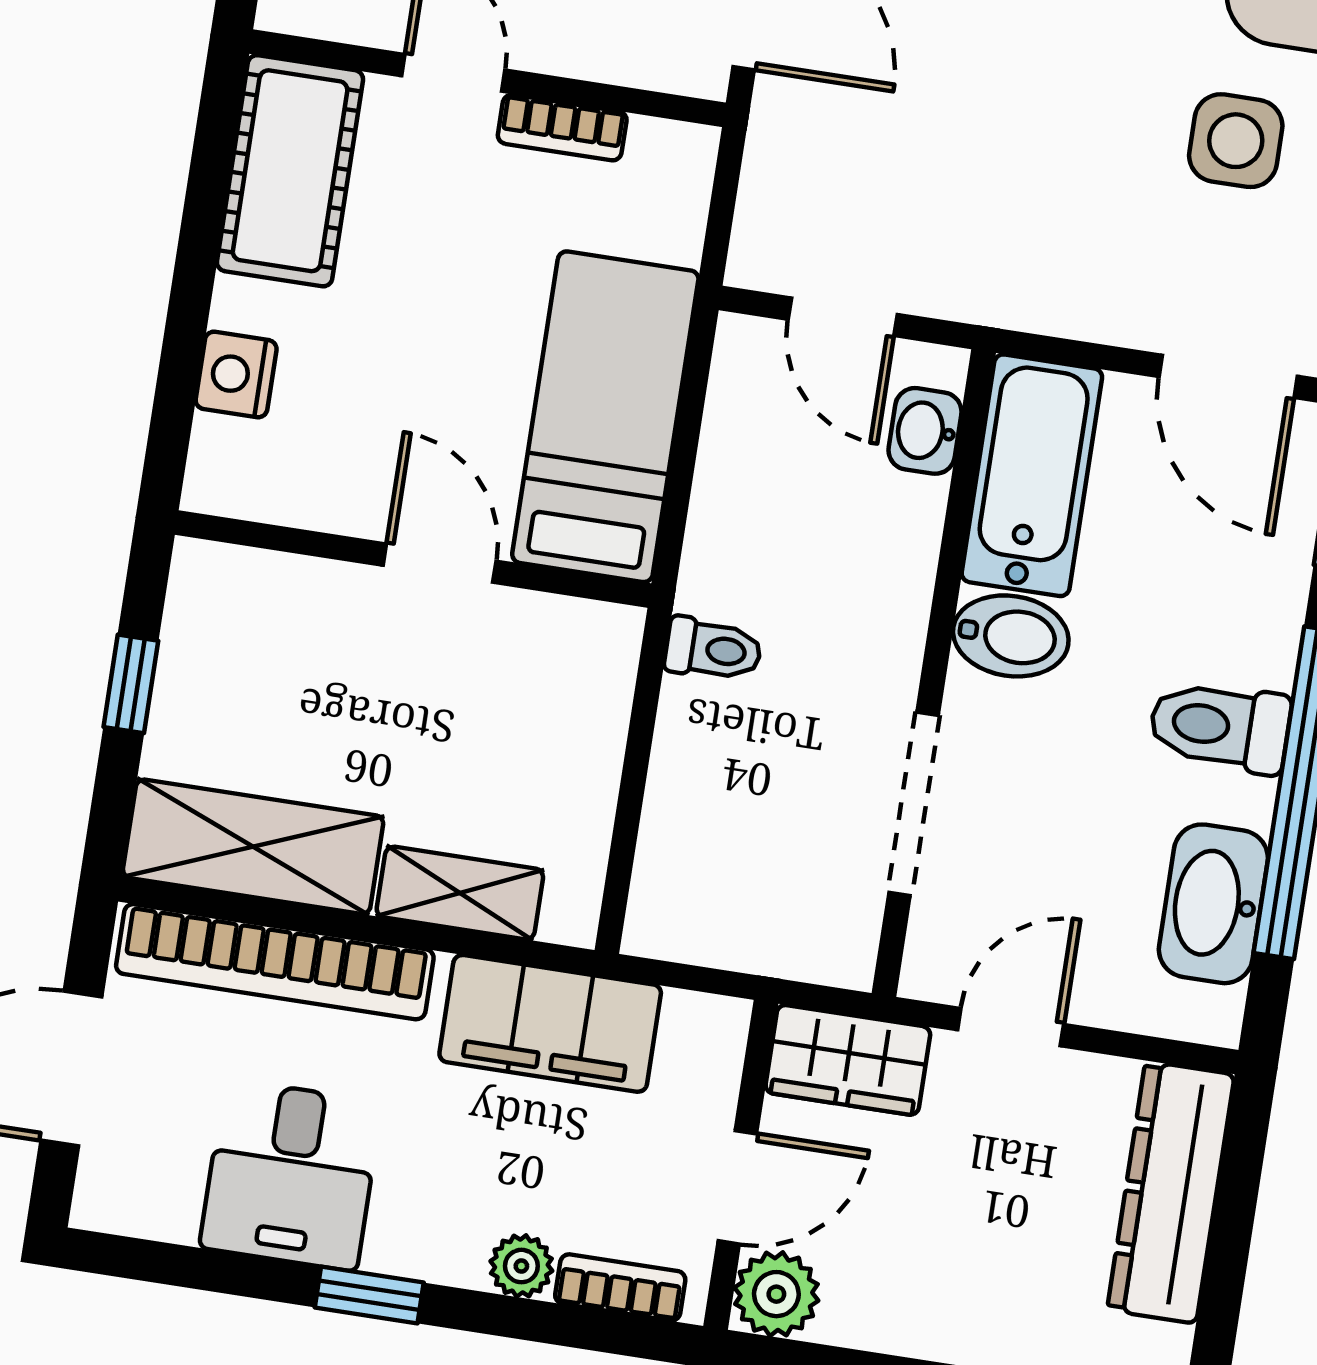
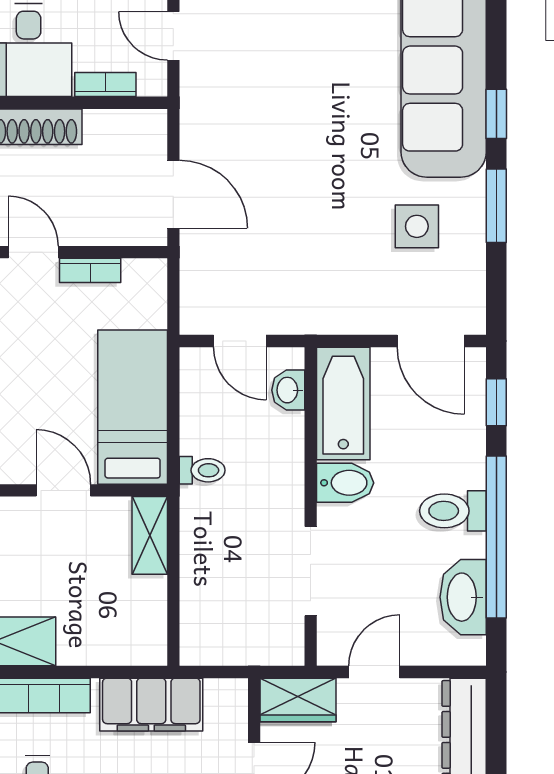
toilet: (713, 649) -> (202, 470), moved
shelving: (460, 893) -> (150, 535), moved, turned 90

